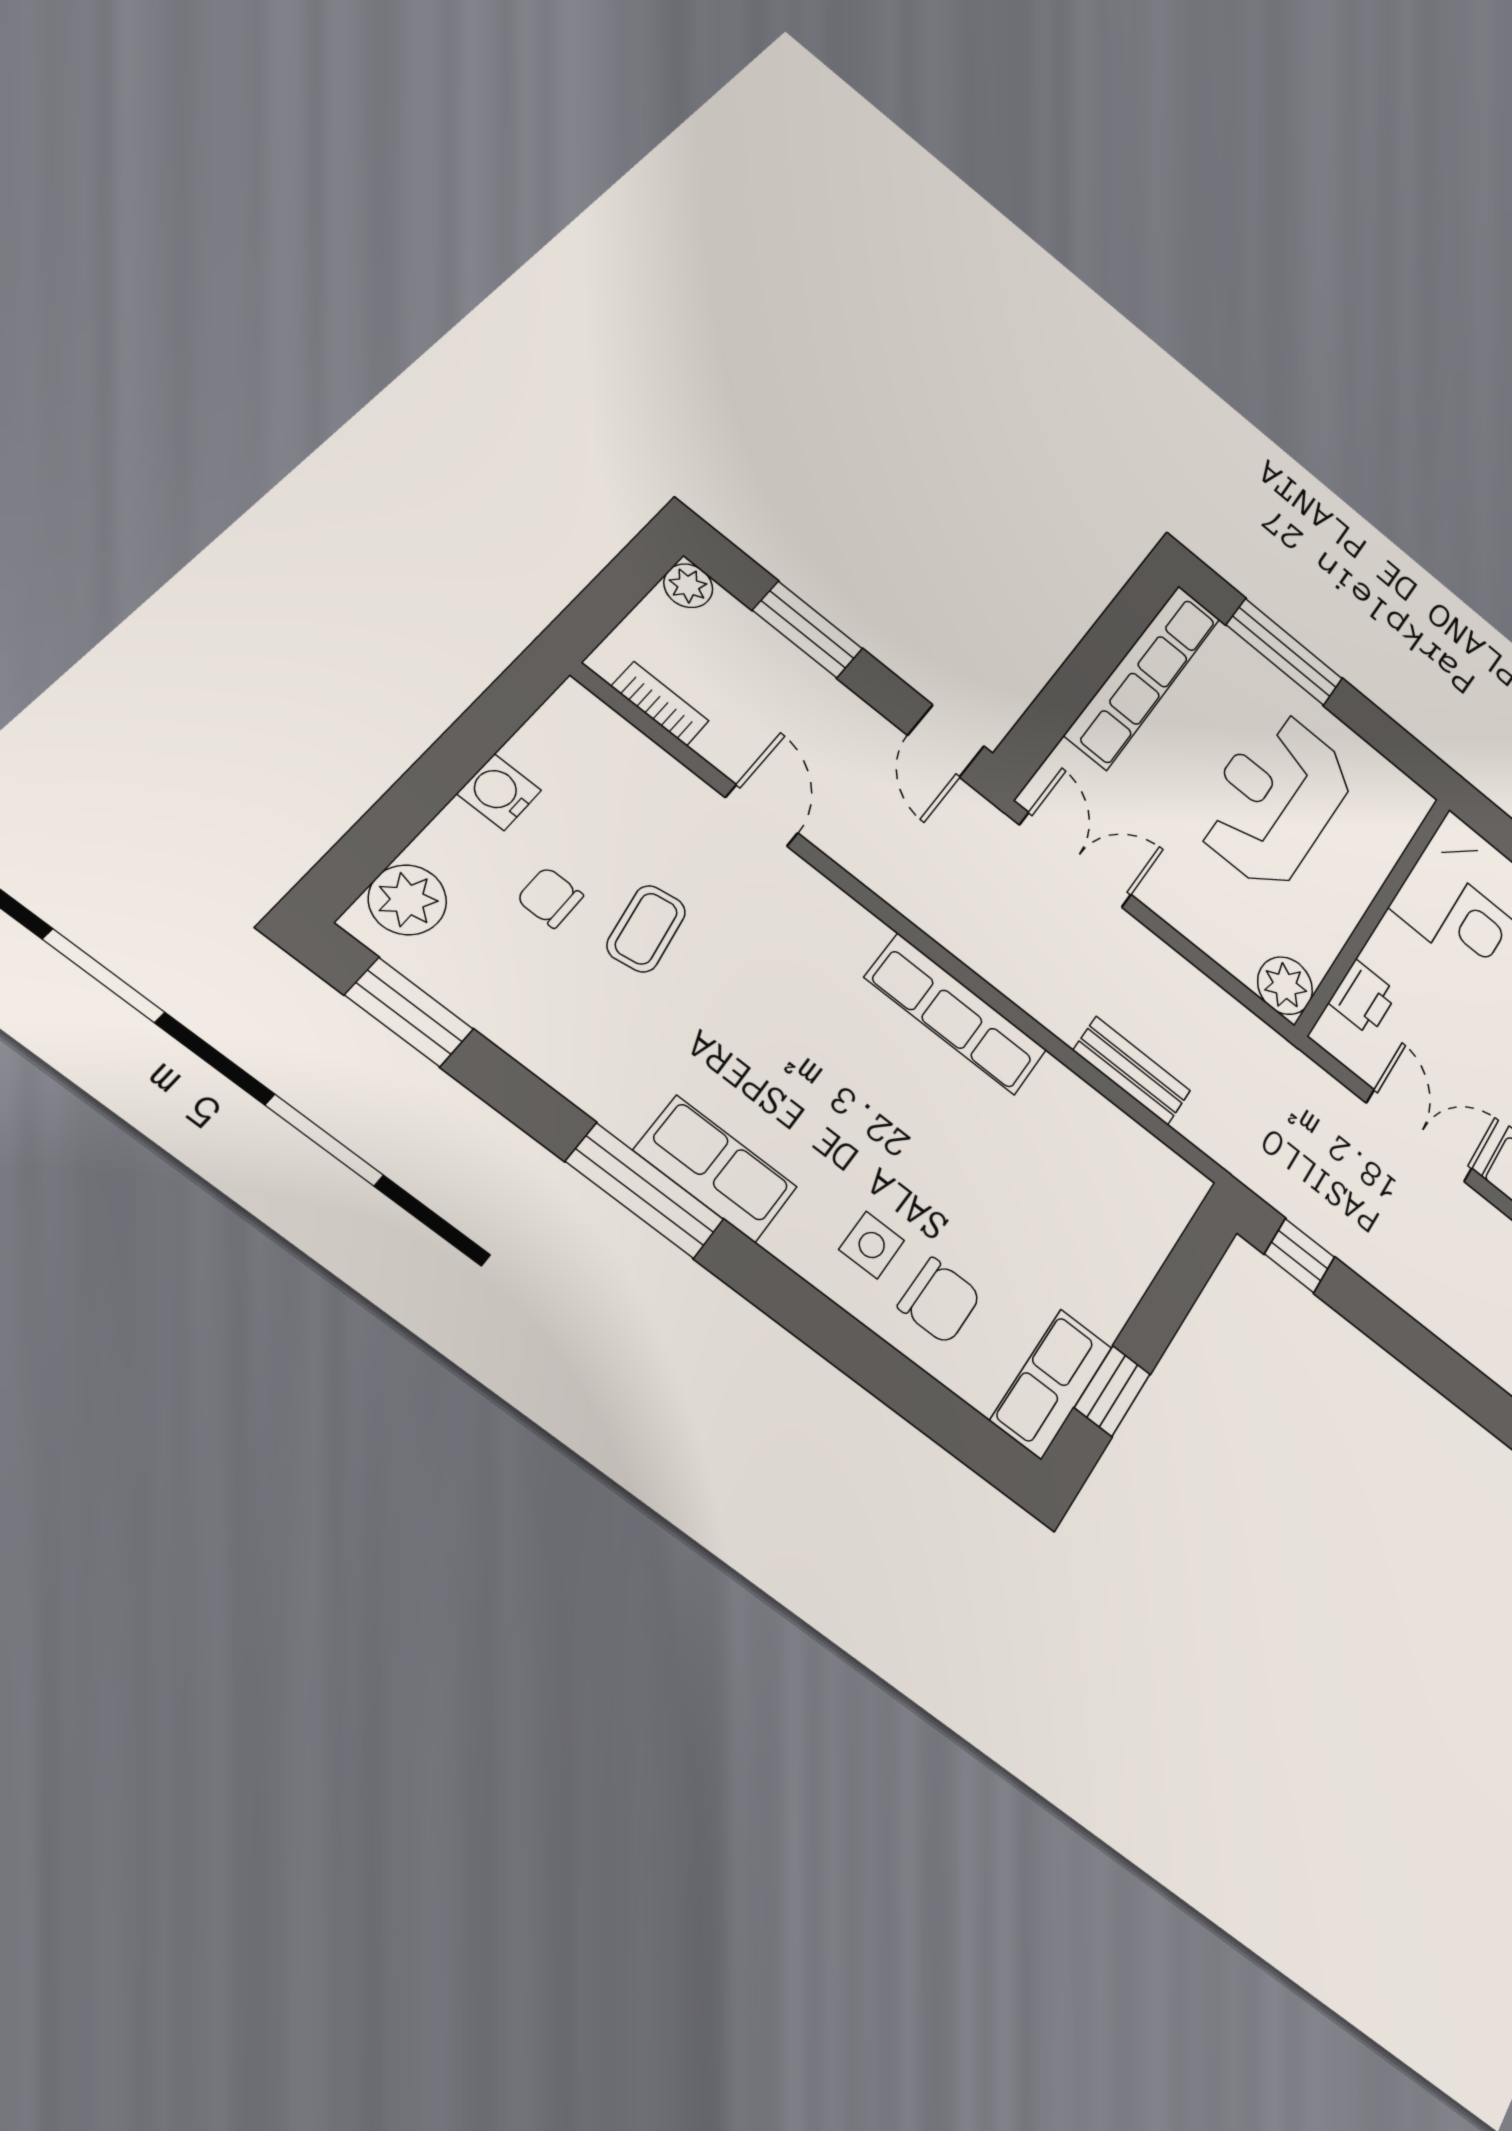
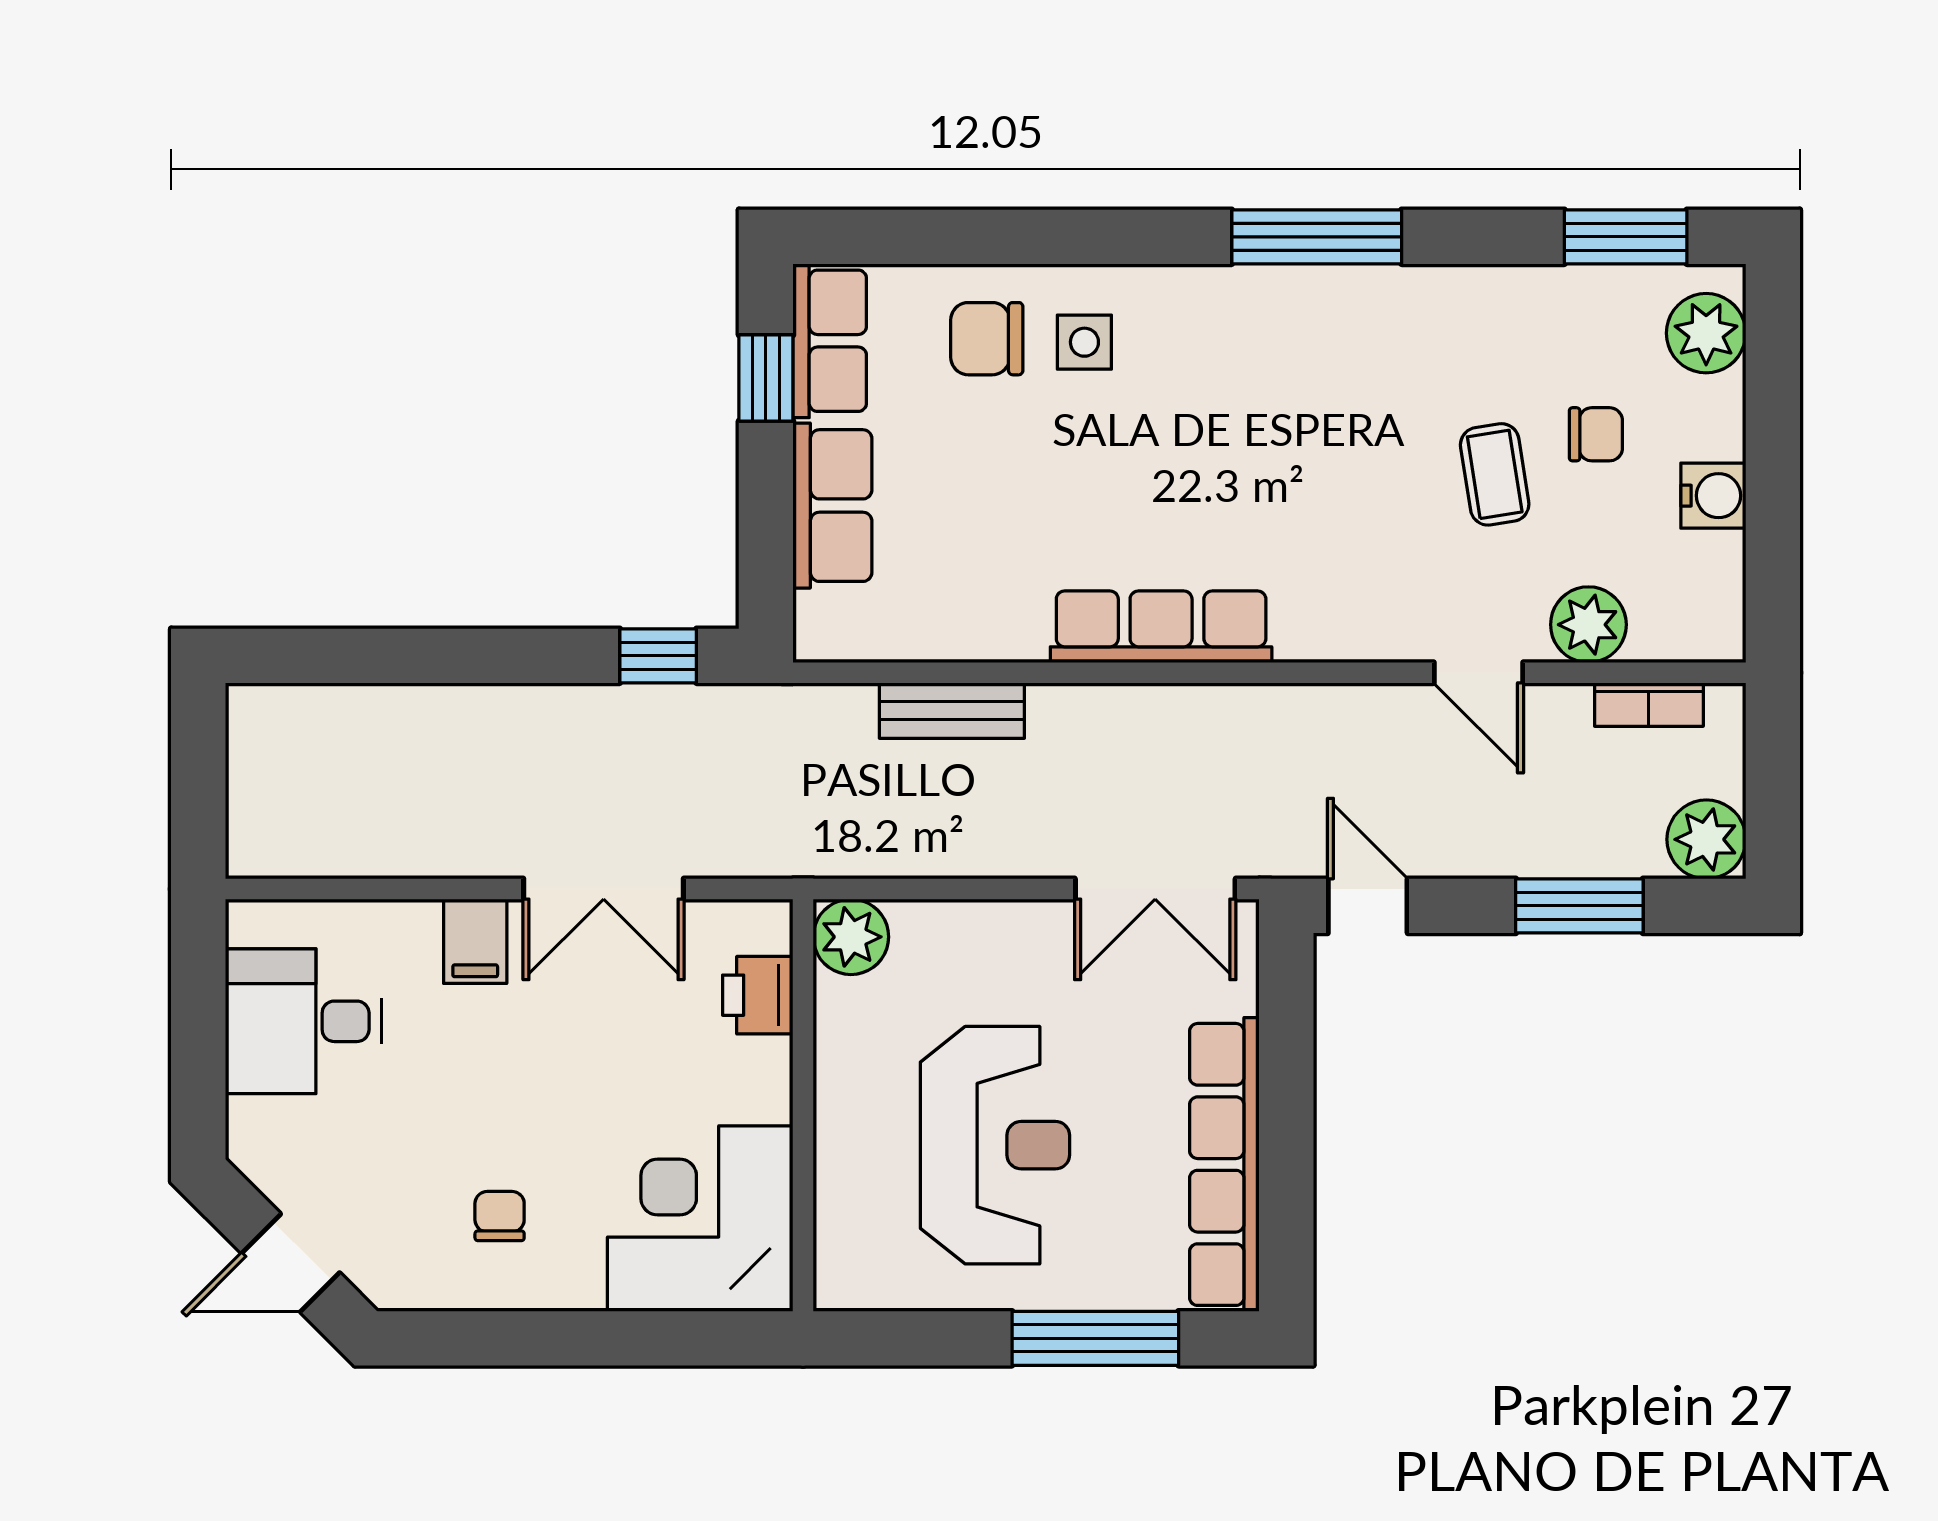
plant: (688, 586) -> (1706, 839), width x1.38, depth x1.38
plant: (660, 784) -> (1588, 625), added
row of seats: (716, 1169) -> (832, 506), moved, turned -90

